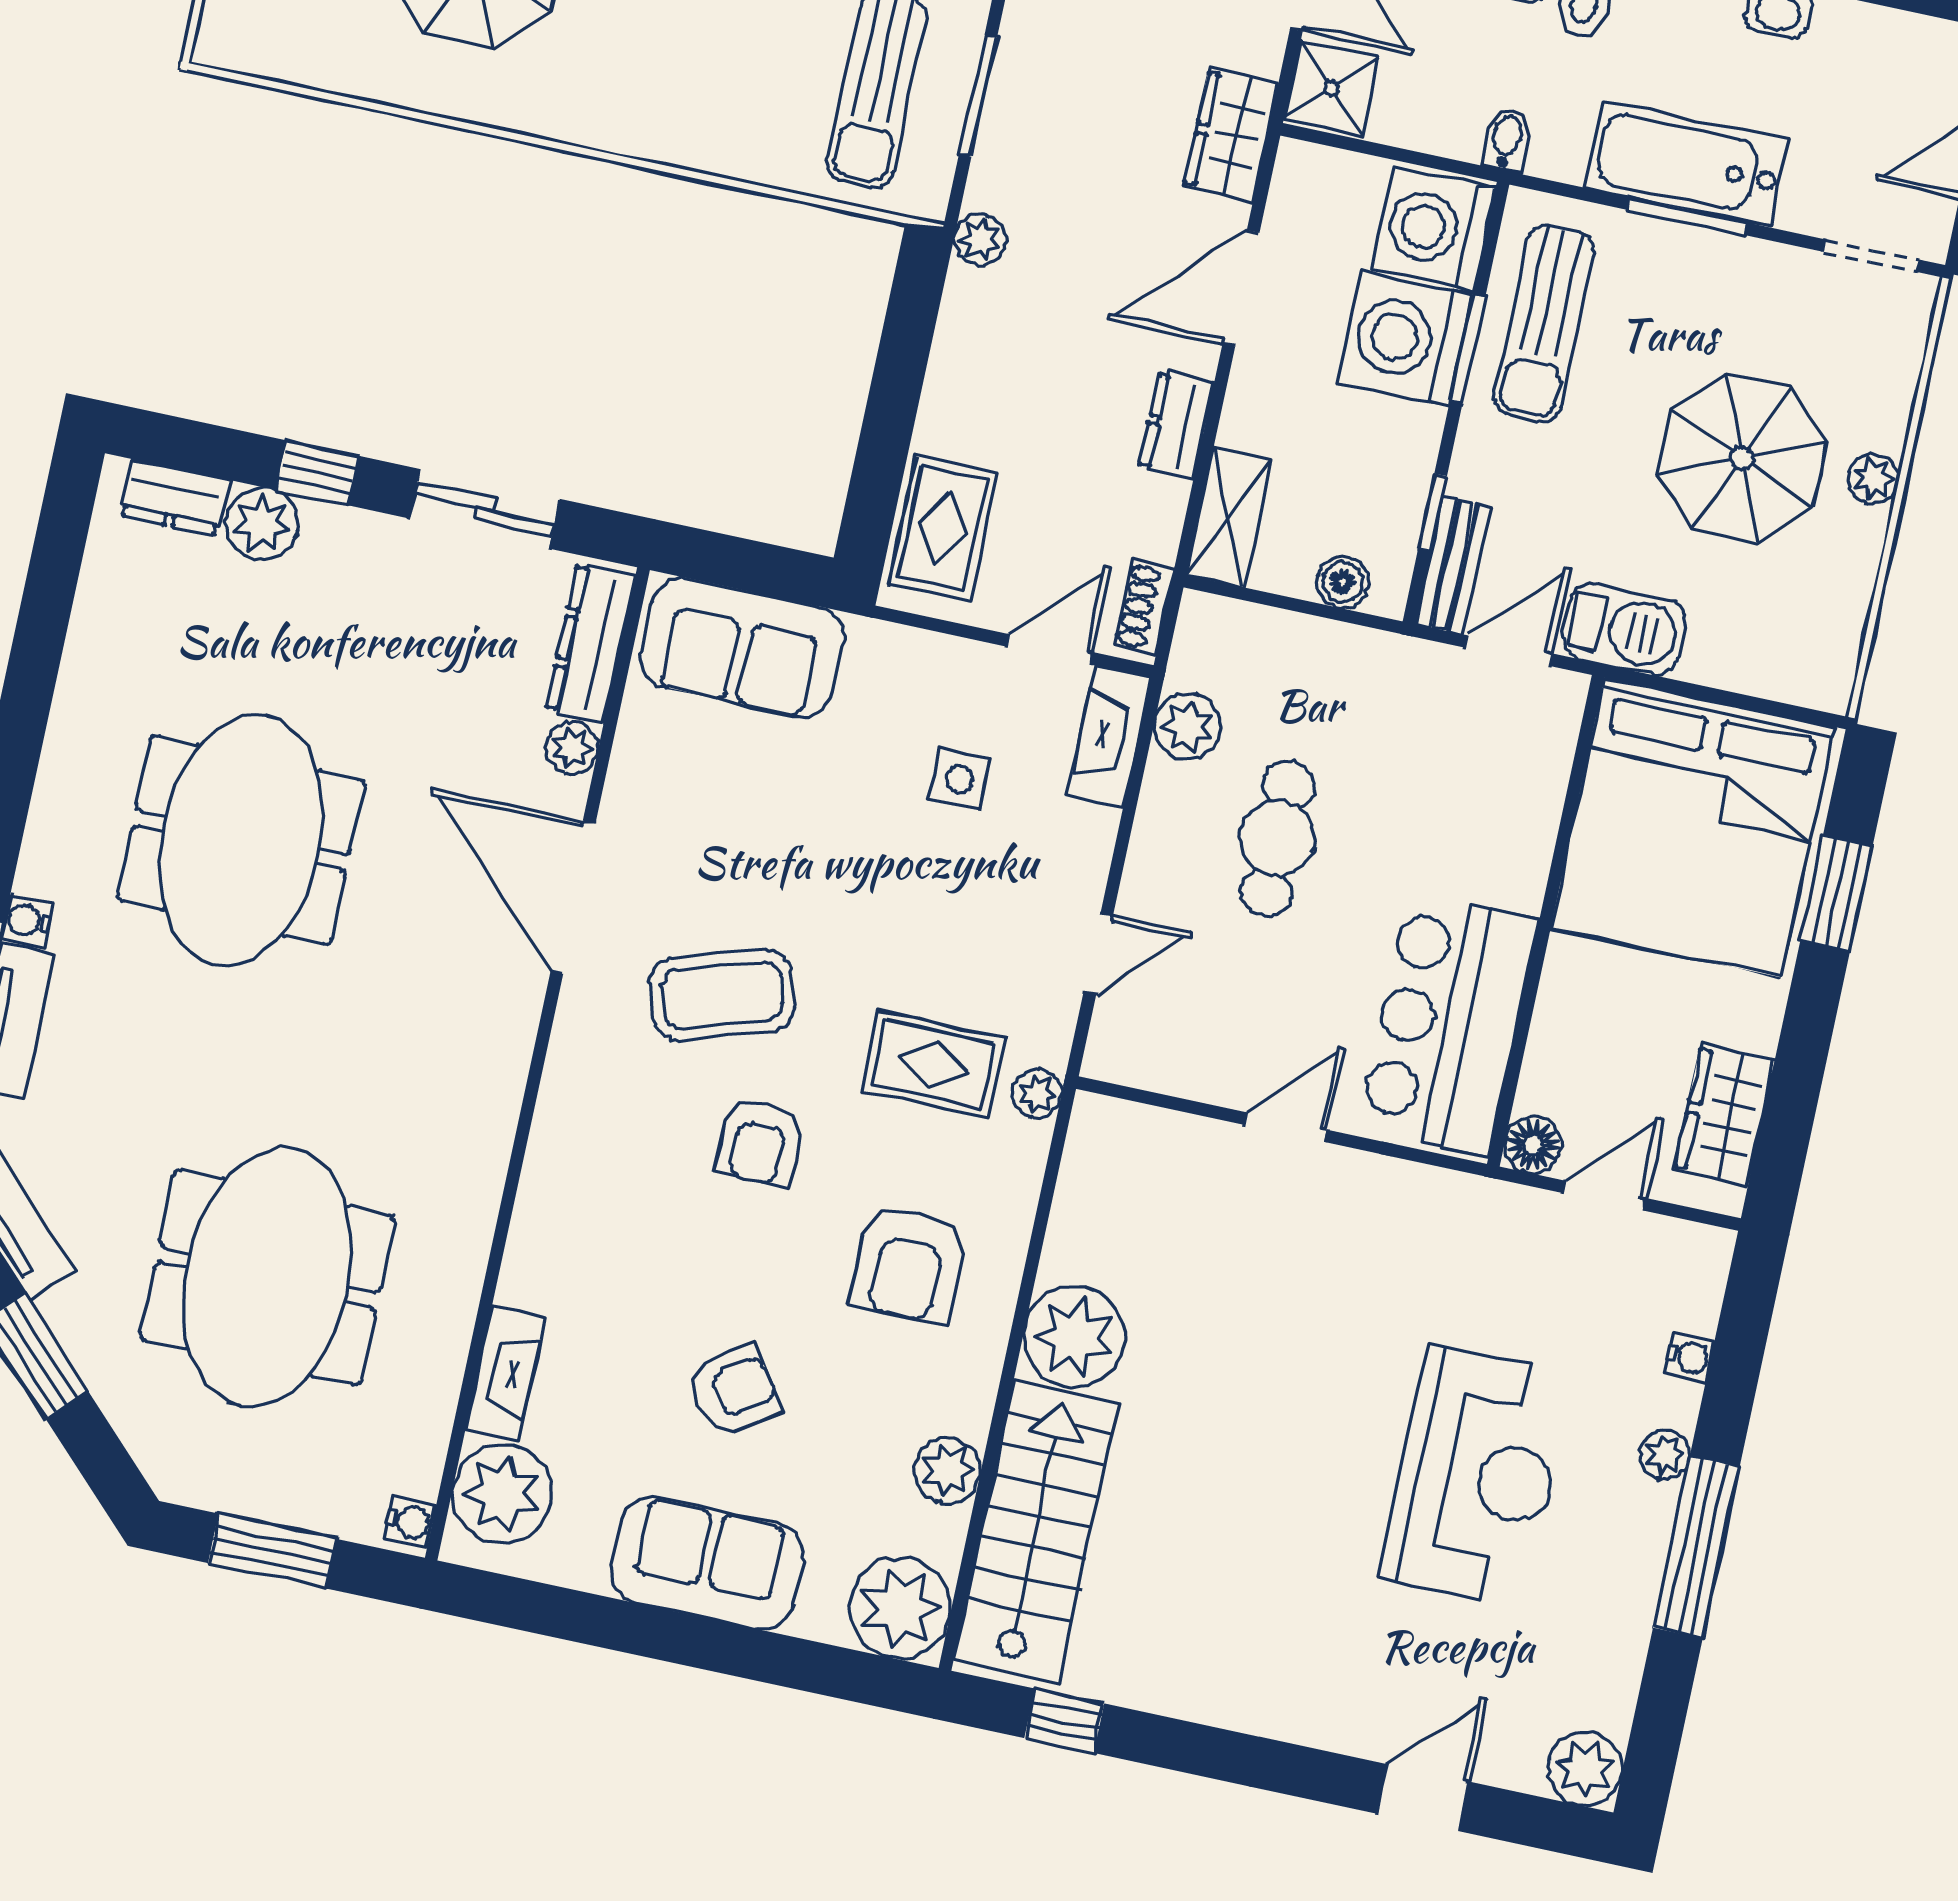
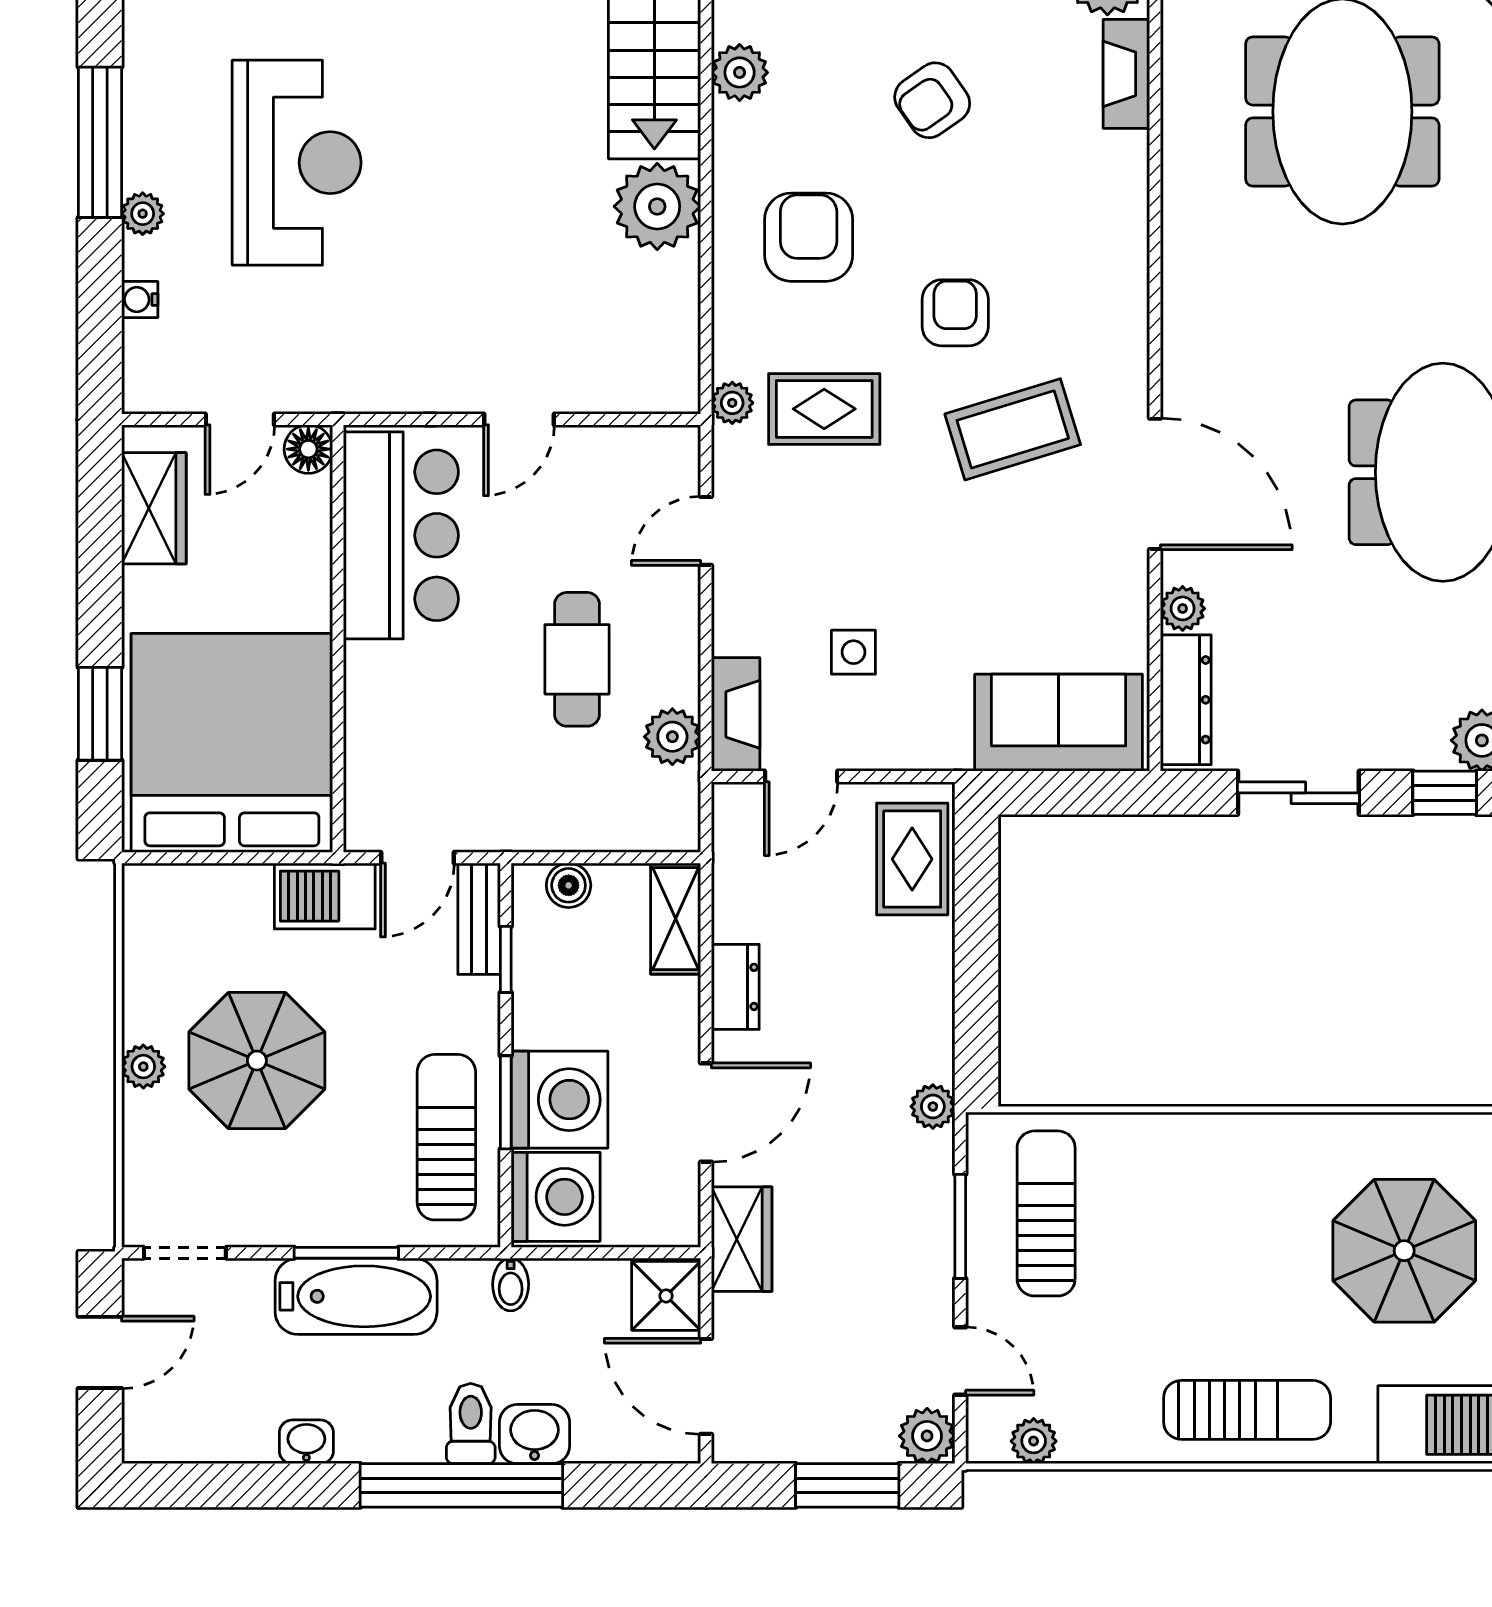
shoe rack: (1144, 607) -> (730, 829), removed
reception desk: (1476, 1475) -> (297, 163), turned 180

